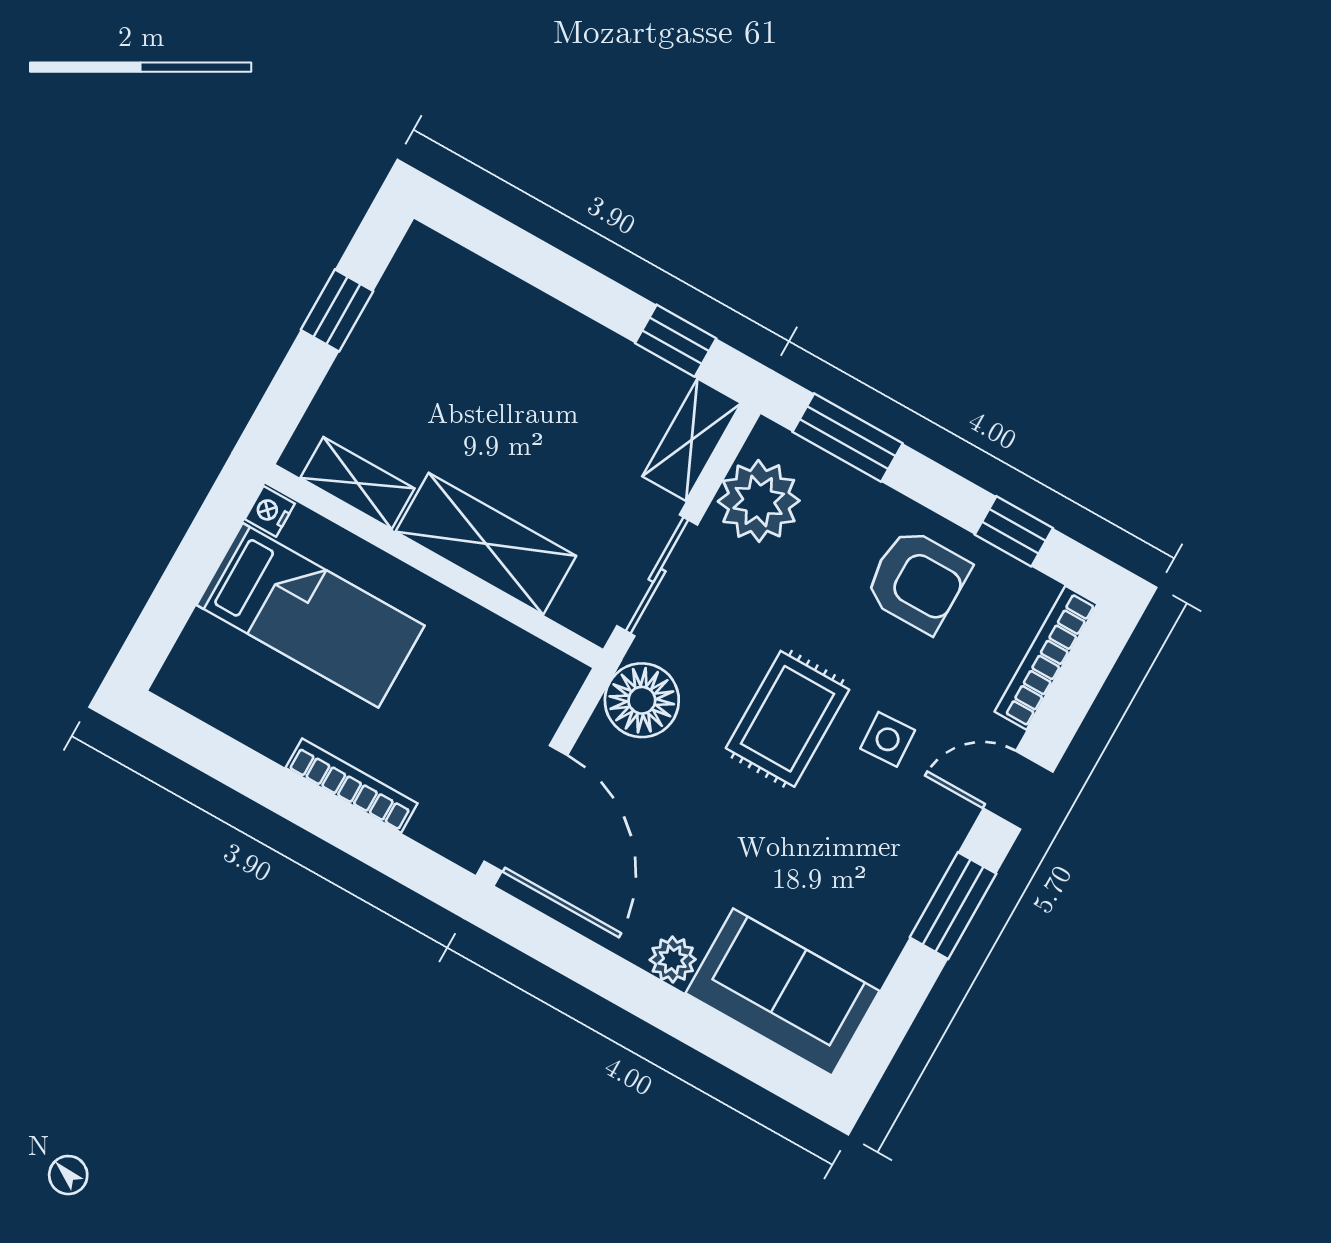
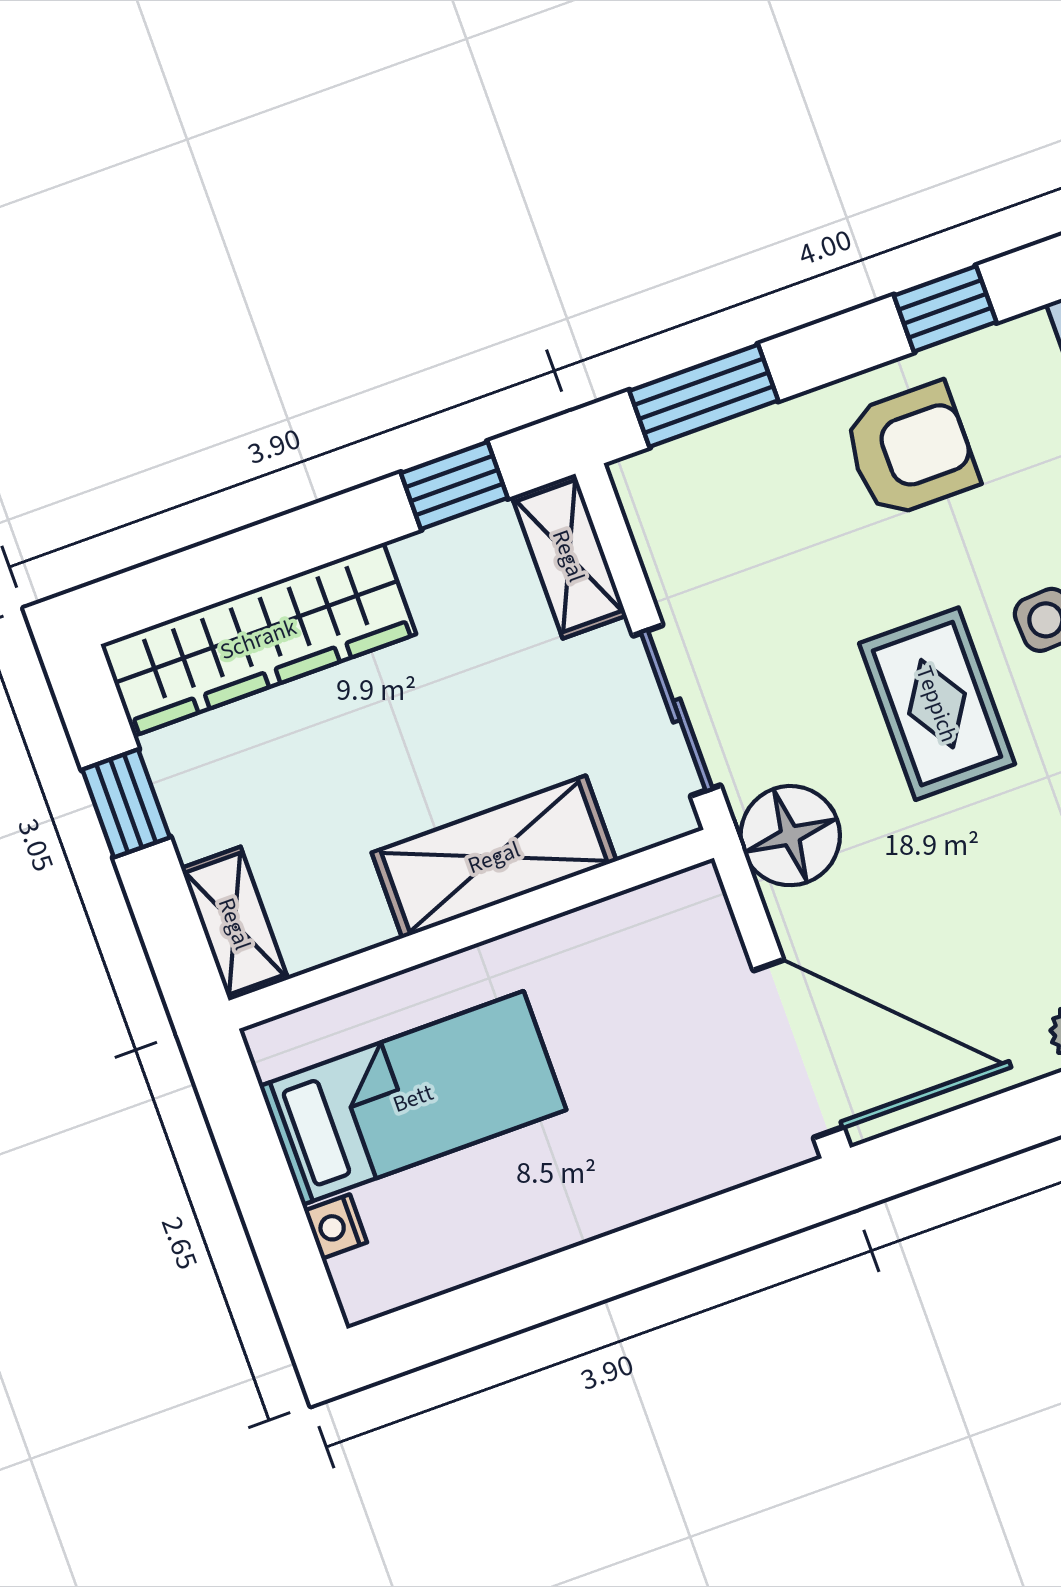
wardrobe: (494, 305) -> (258, 639), added
shelving: (357, 483) -> (235, 924), moved, turned 90
plant: (759, 501) -> (690, 542), removed
nightstand: (270, 511) -> (336, 1227), moved
bookcase: (352, 786) -> (622, 1206), removed

